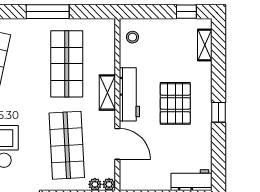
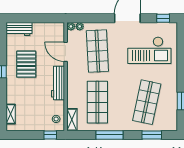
window: (186, 12) -> (50, 135), moved
shelving: (107, 93) -> (72, 120), moved
pallet: (175, 103) -> (26, 64), moved

